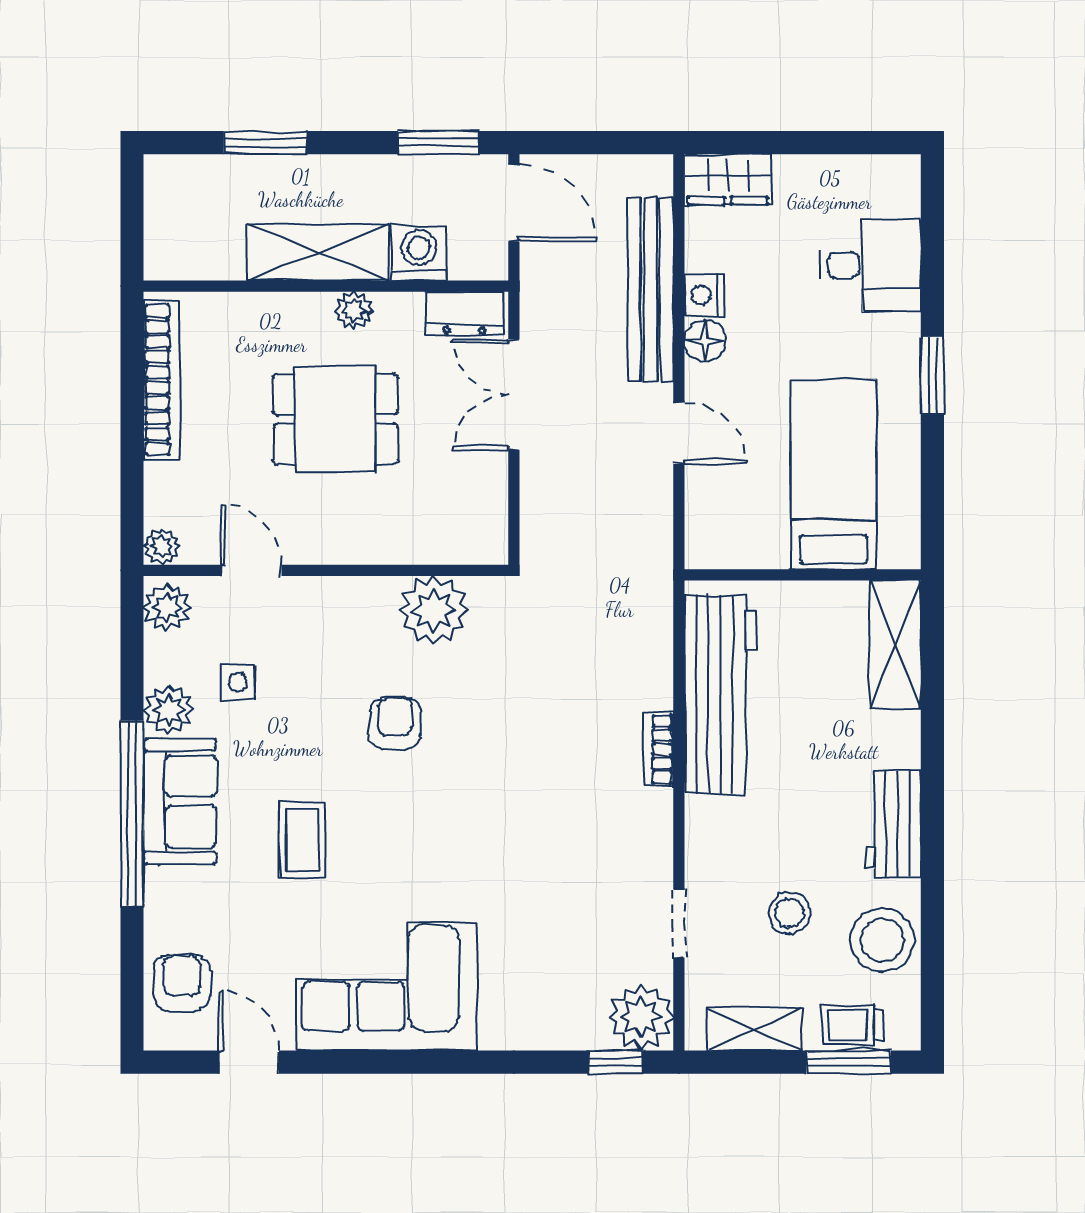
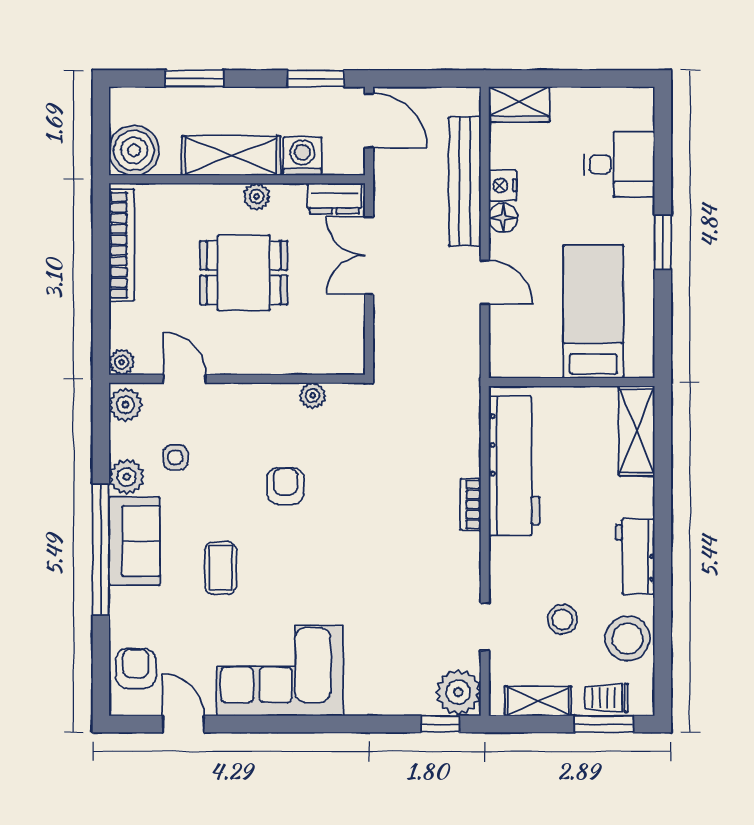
boiler: (179, 245) -> (134, 150), added
plant: (434, 610) -> (313, 395), width x0.53, depth x0.53

